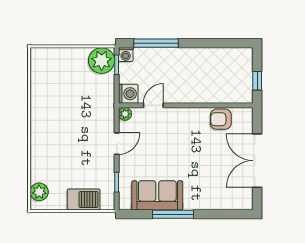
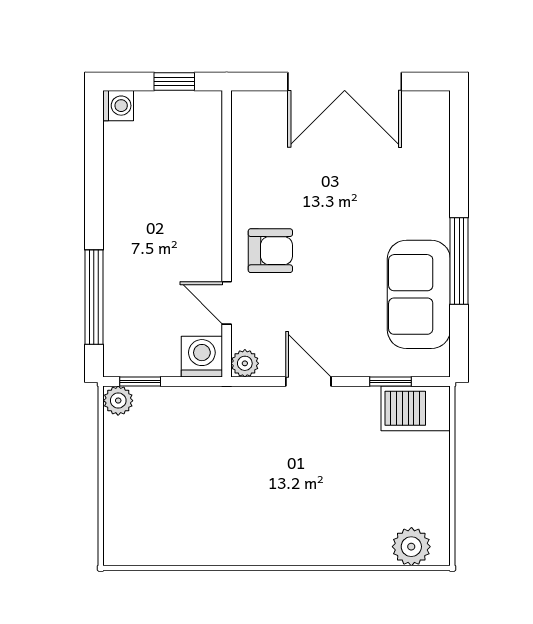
washing machine: (126, 54) -> (118, 106), moved
plant: (102, 61) -> (118, 401), width x0.53, depth x0.53
armchair: (221, 119) -> (270, 251), moved, turned -90
barbecue: (84, 200) -> (416, 408), moved, turned -90

